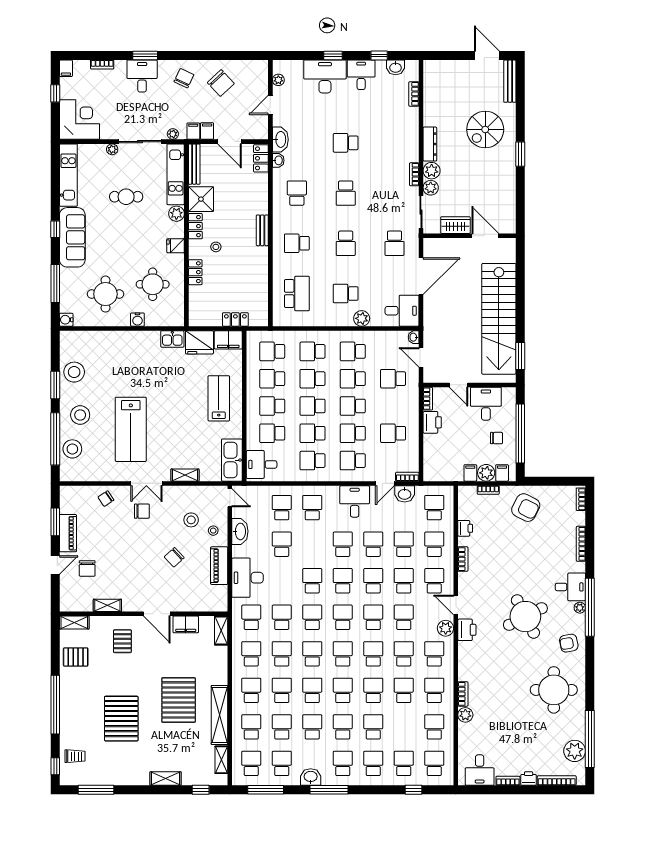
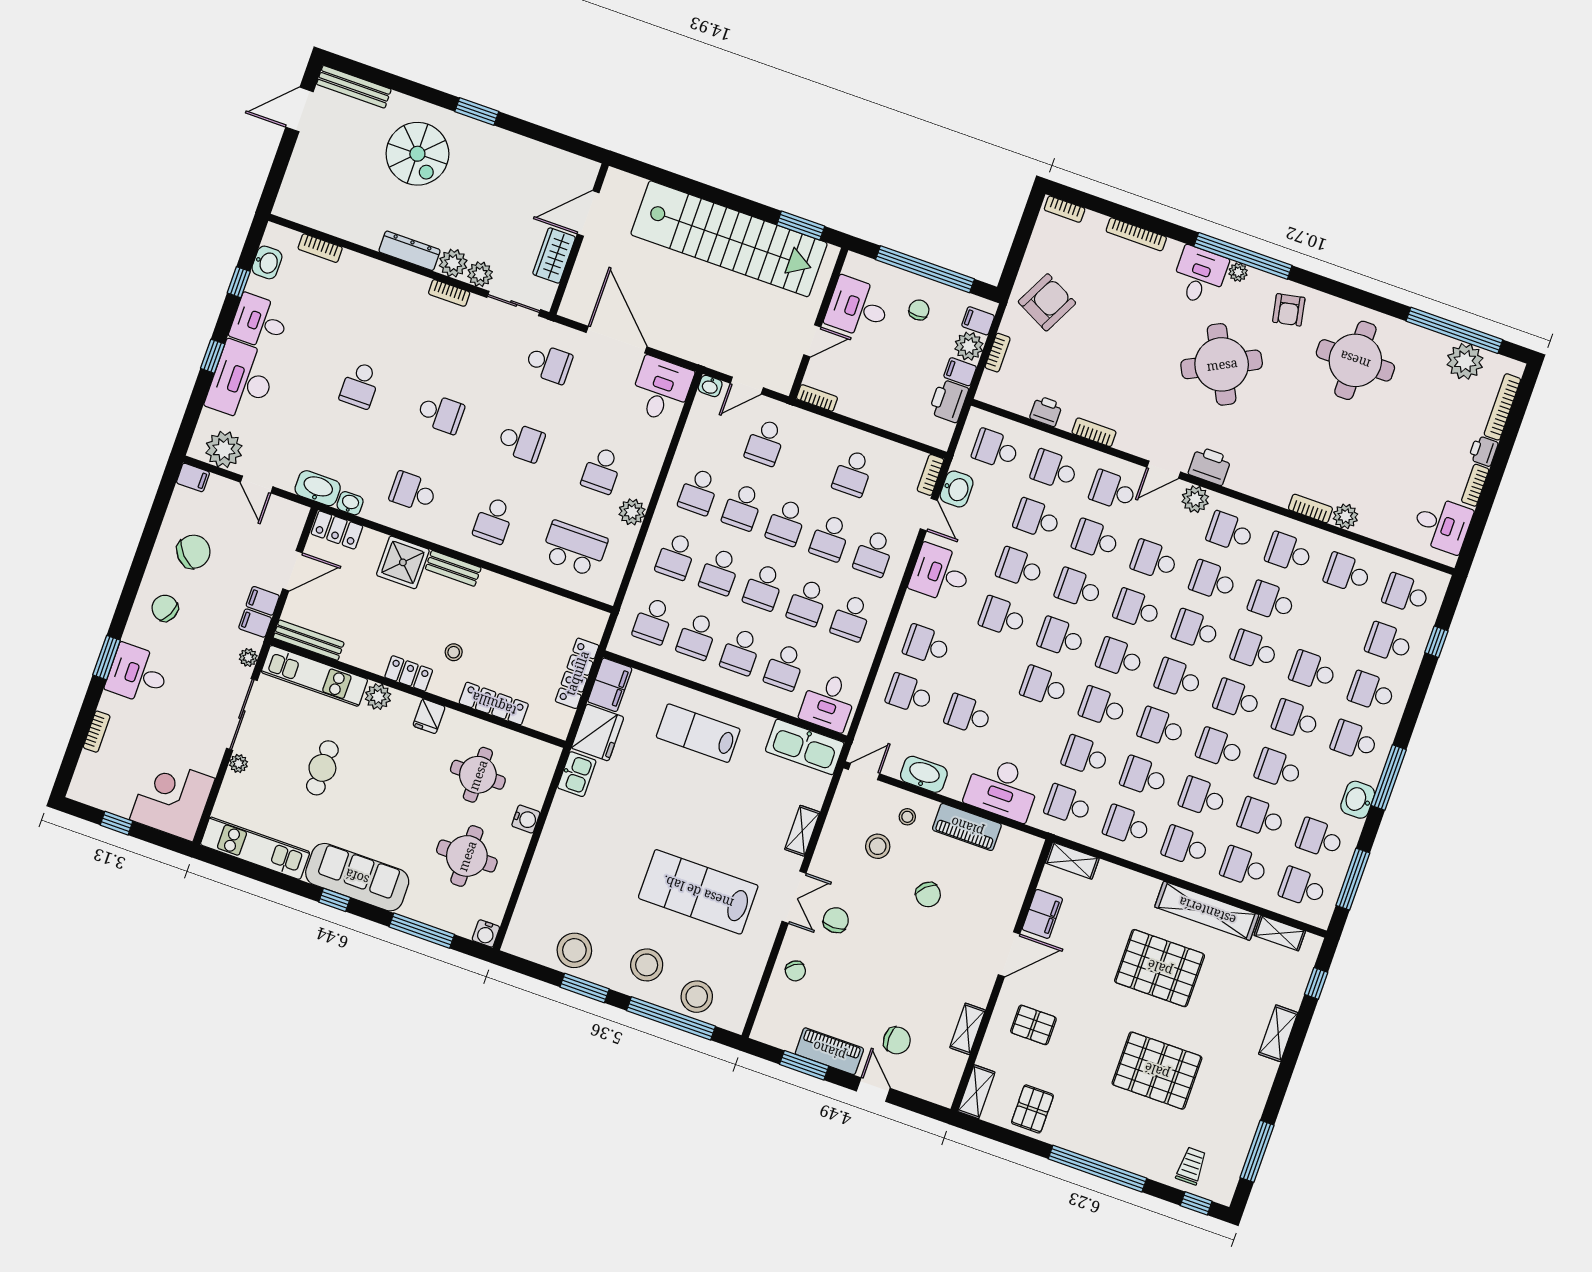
filing cabinet: (66, 68) -> (193, 477), moved
plant: (278, 80) -> (224, 449), width x1.88, depth x1.88
shower: (201, 199) -> (403, 562), moved
locker: (195, 272) -> (494, 704), width x1.53
plant: (362, 318) -> (632, 512), moved
locker: (235, 319) -> (577, 673), width x1.53
printer: (432, 422) -> (949, 401), moved, turned -90
lab bench: (131, 429) -> (698, 892), turned 180

